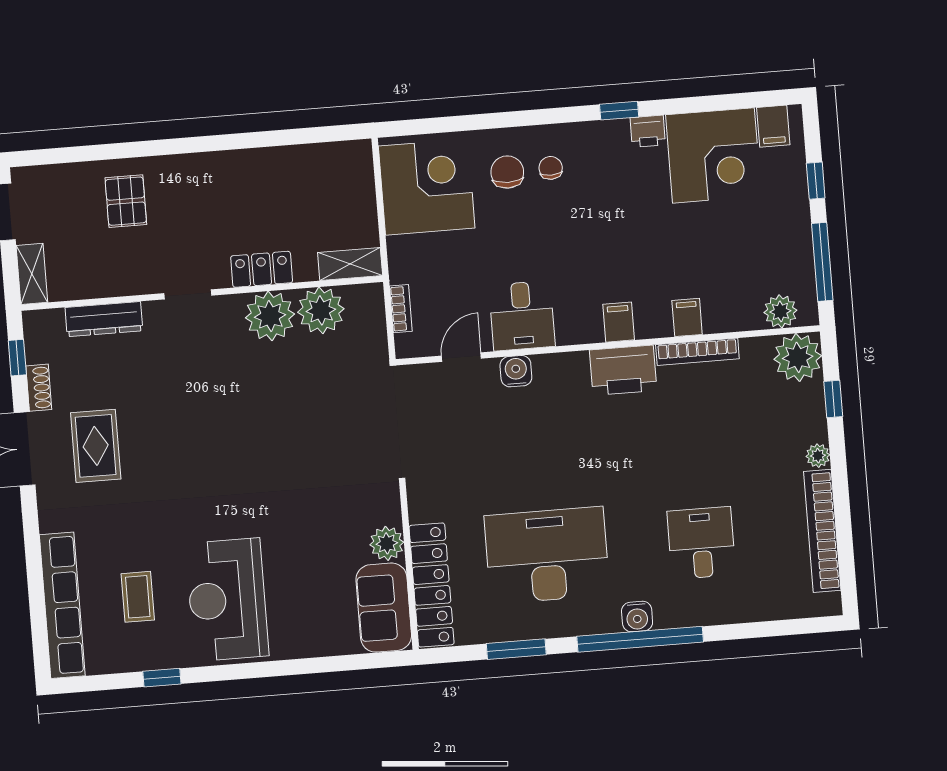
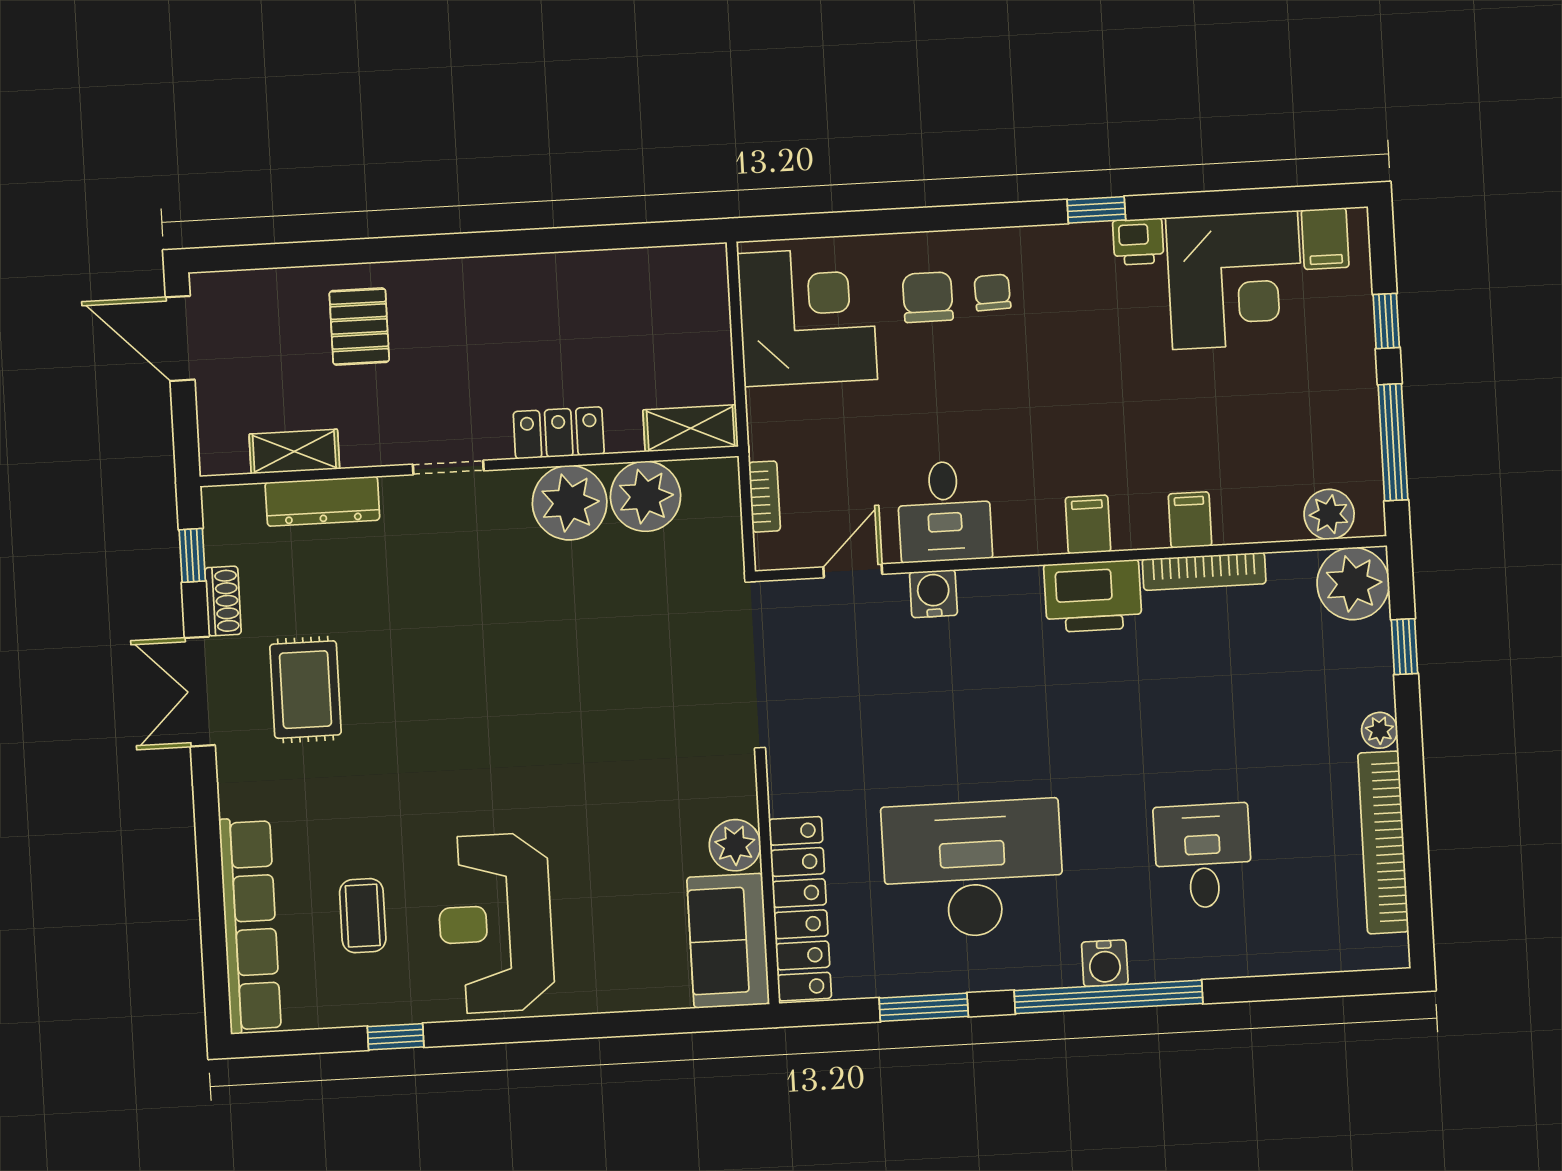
shelving: (32, 274) -> (294, 451), moved, turned 90

